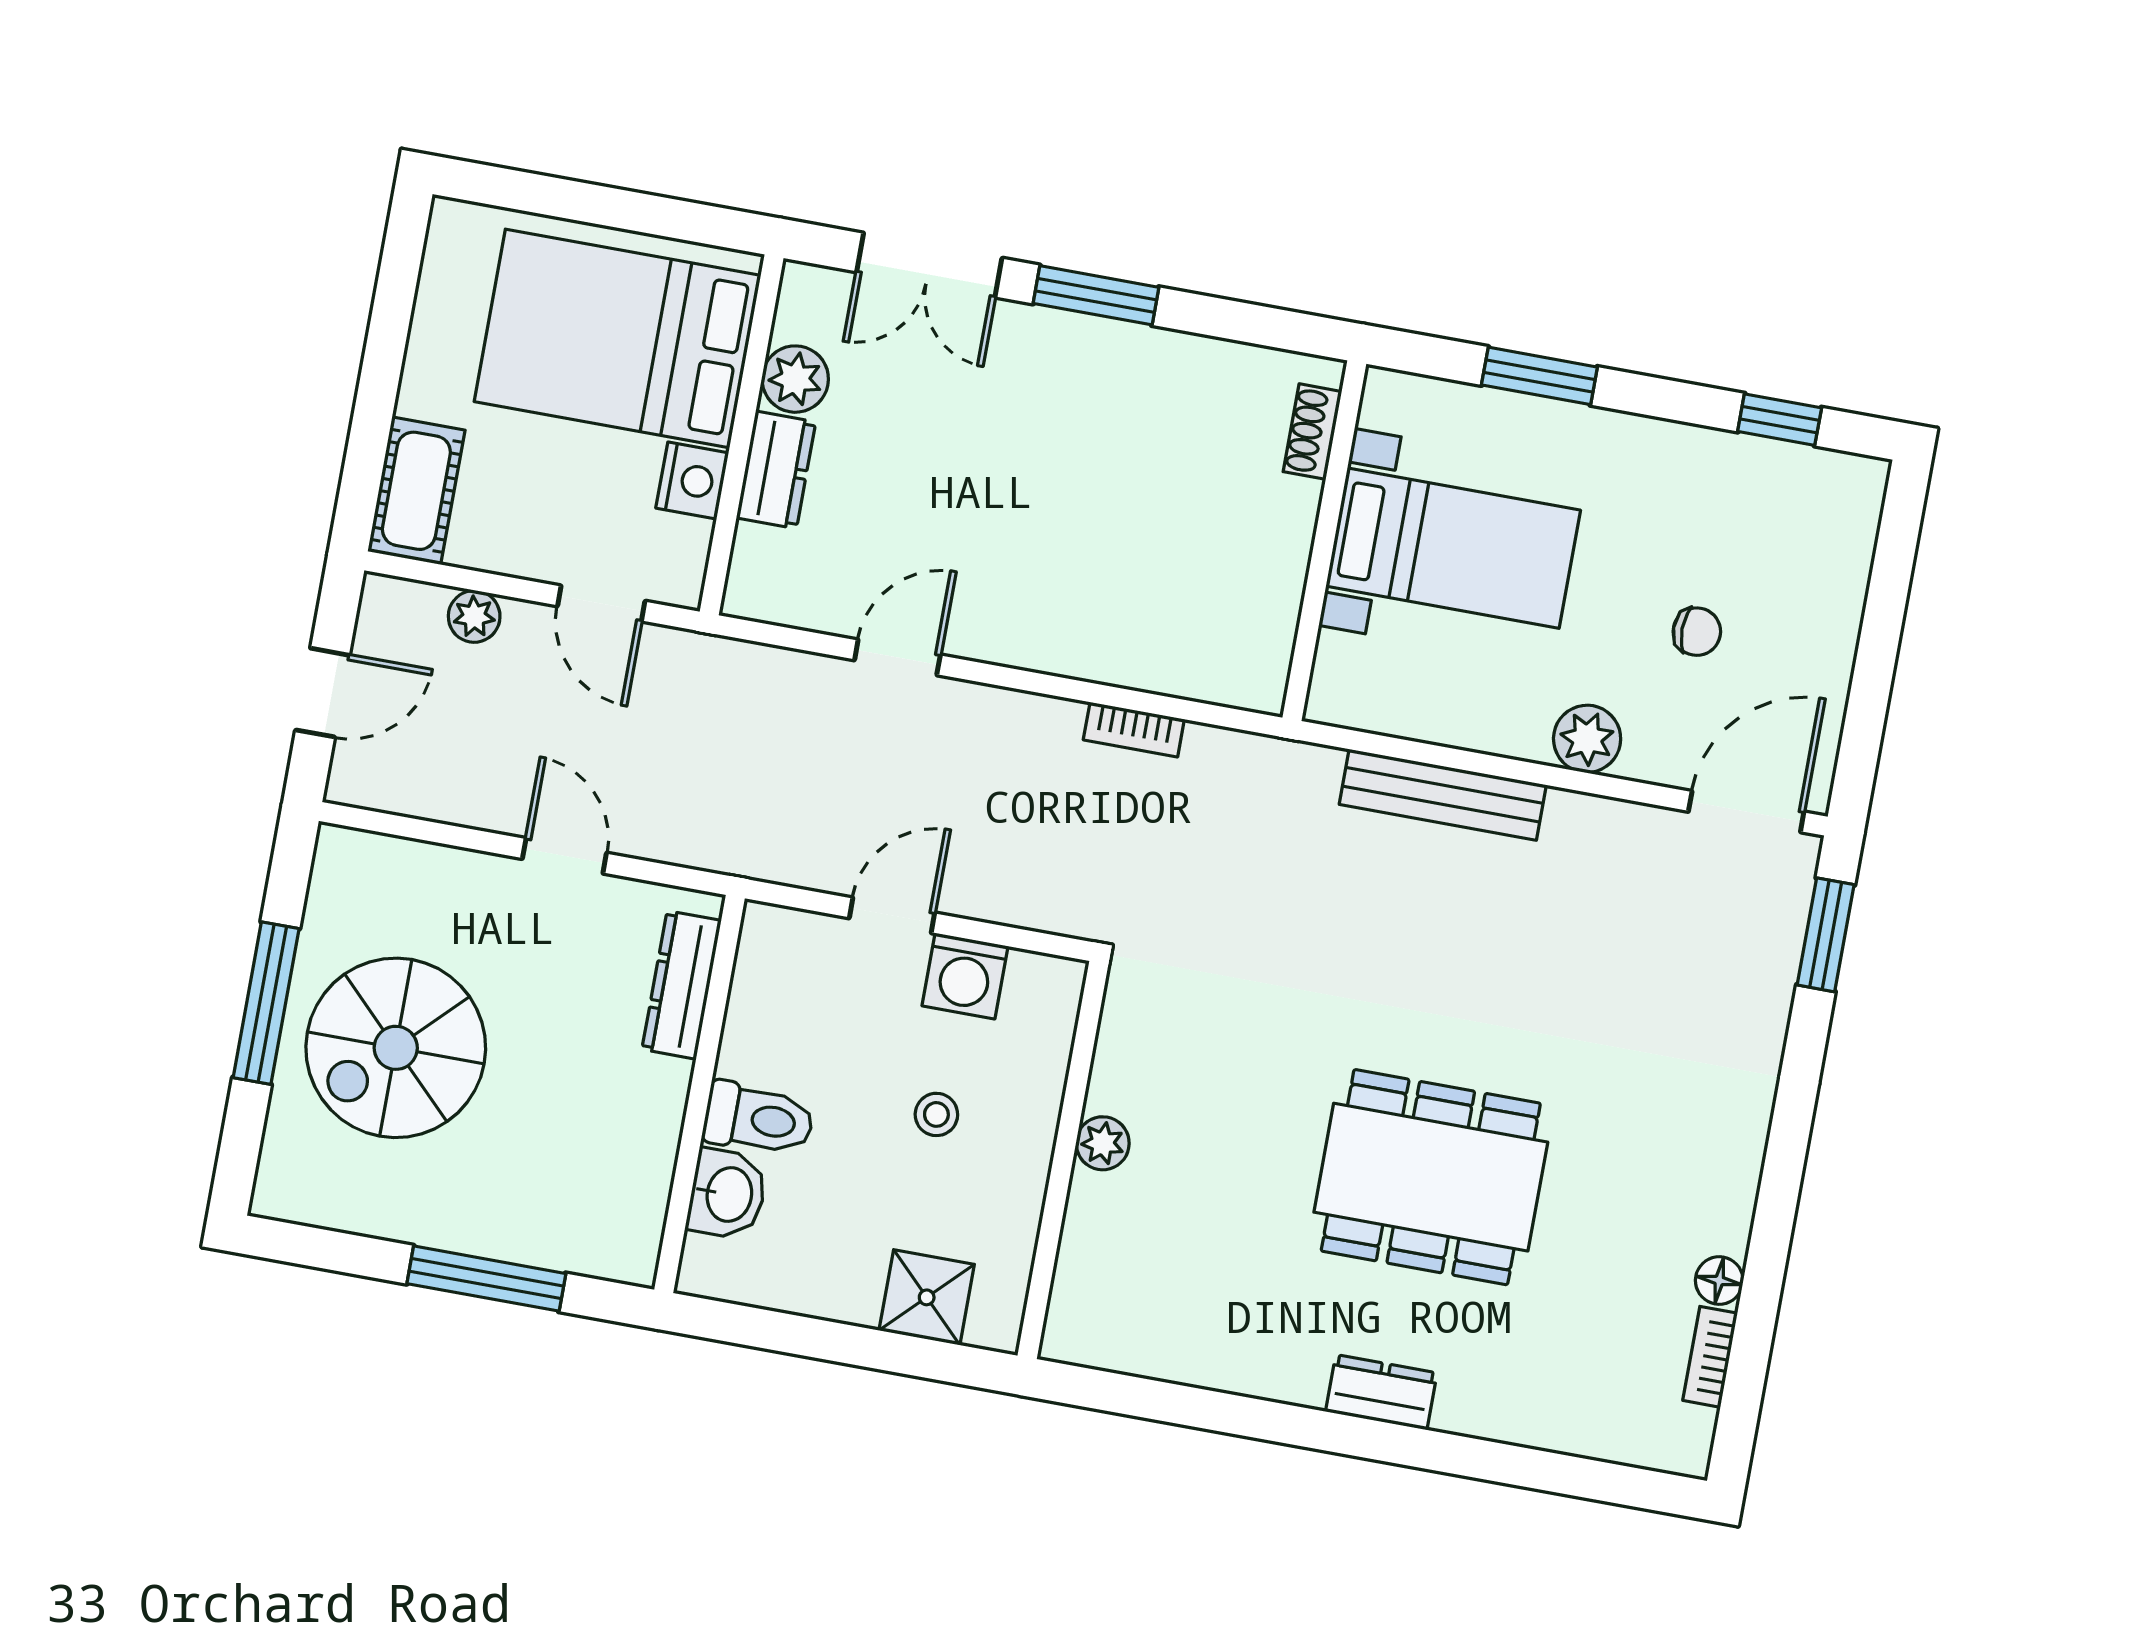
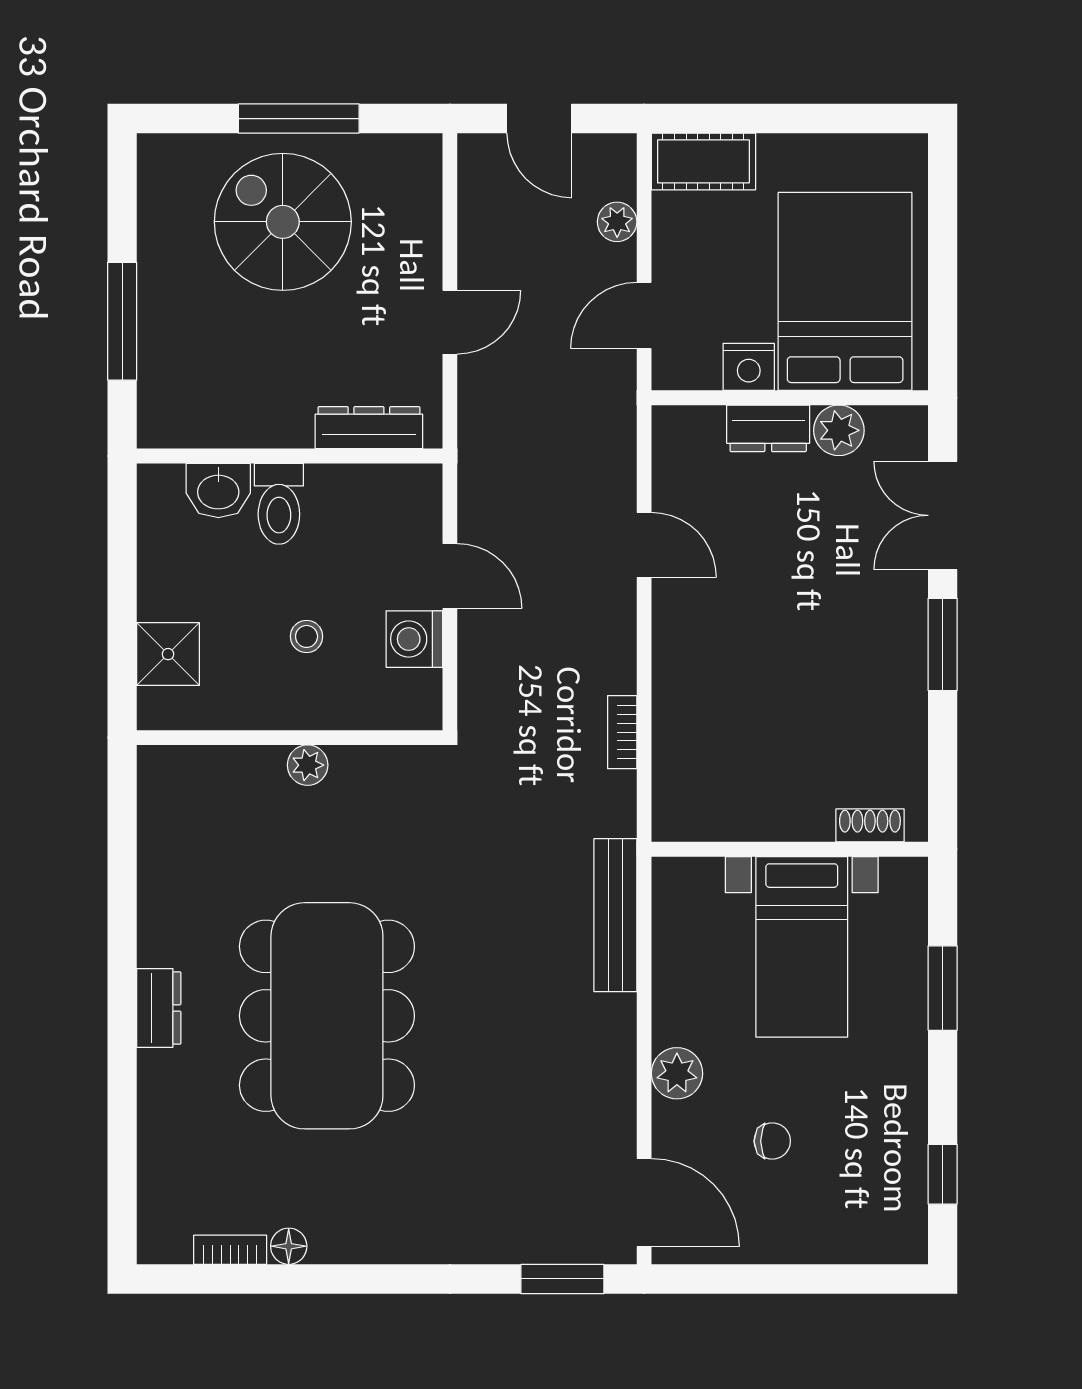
chair: (1697, 632) -> (772, 1141), turned -90
bench: (1443, 795) -> (615, 915), moved
dining table: (1431, 1177) -> (327, 1016), width x1.36, depth x1.24

